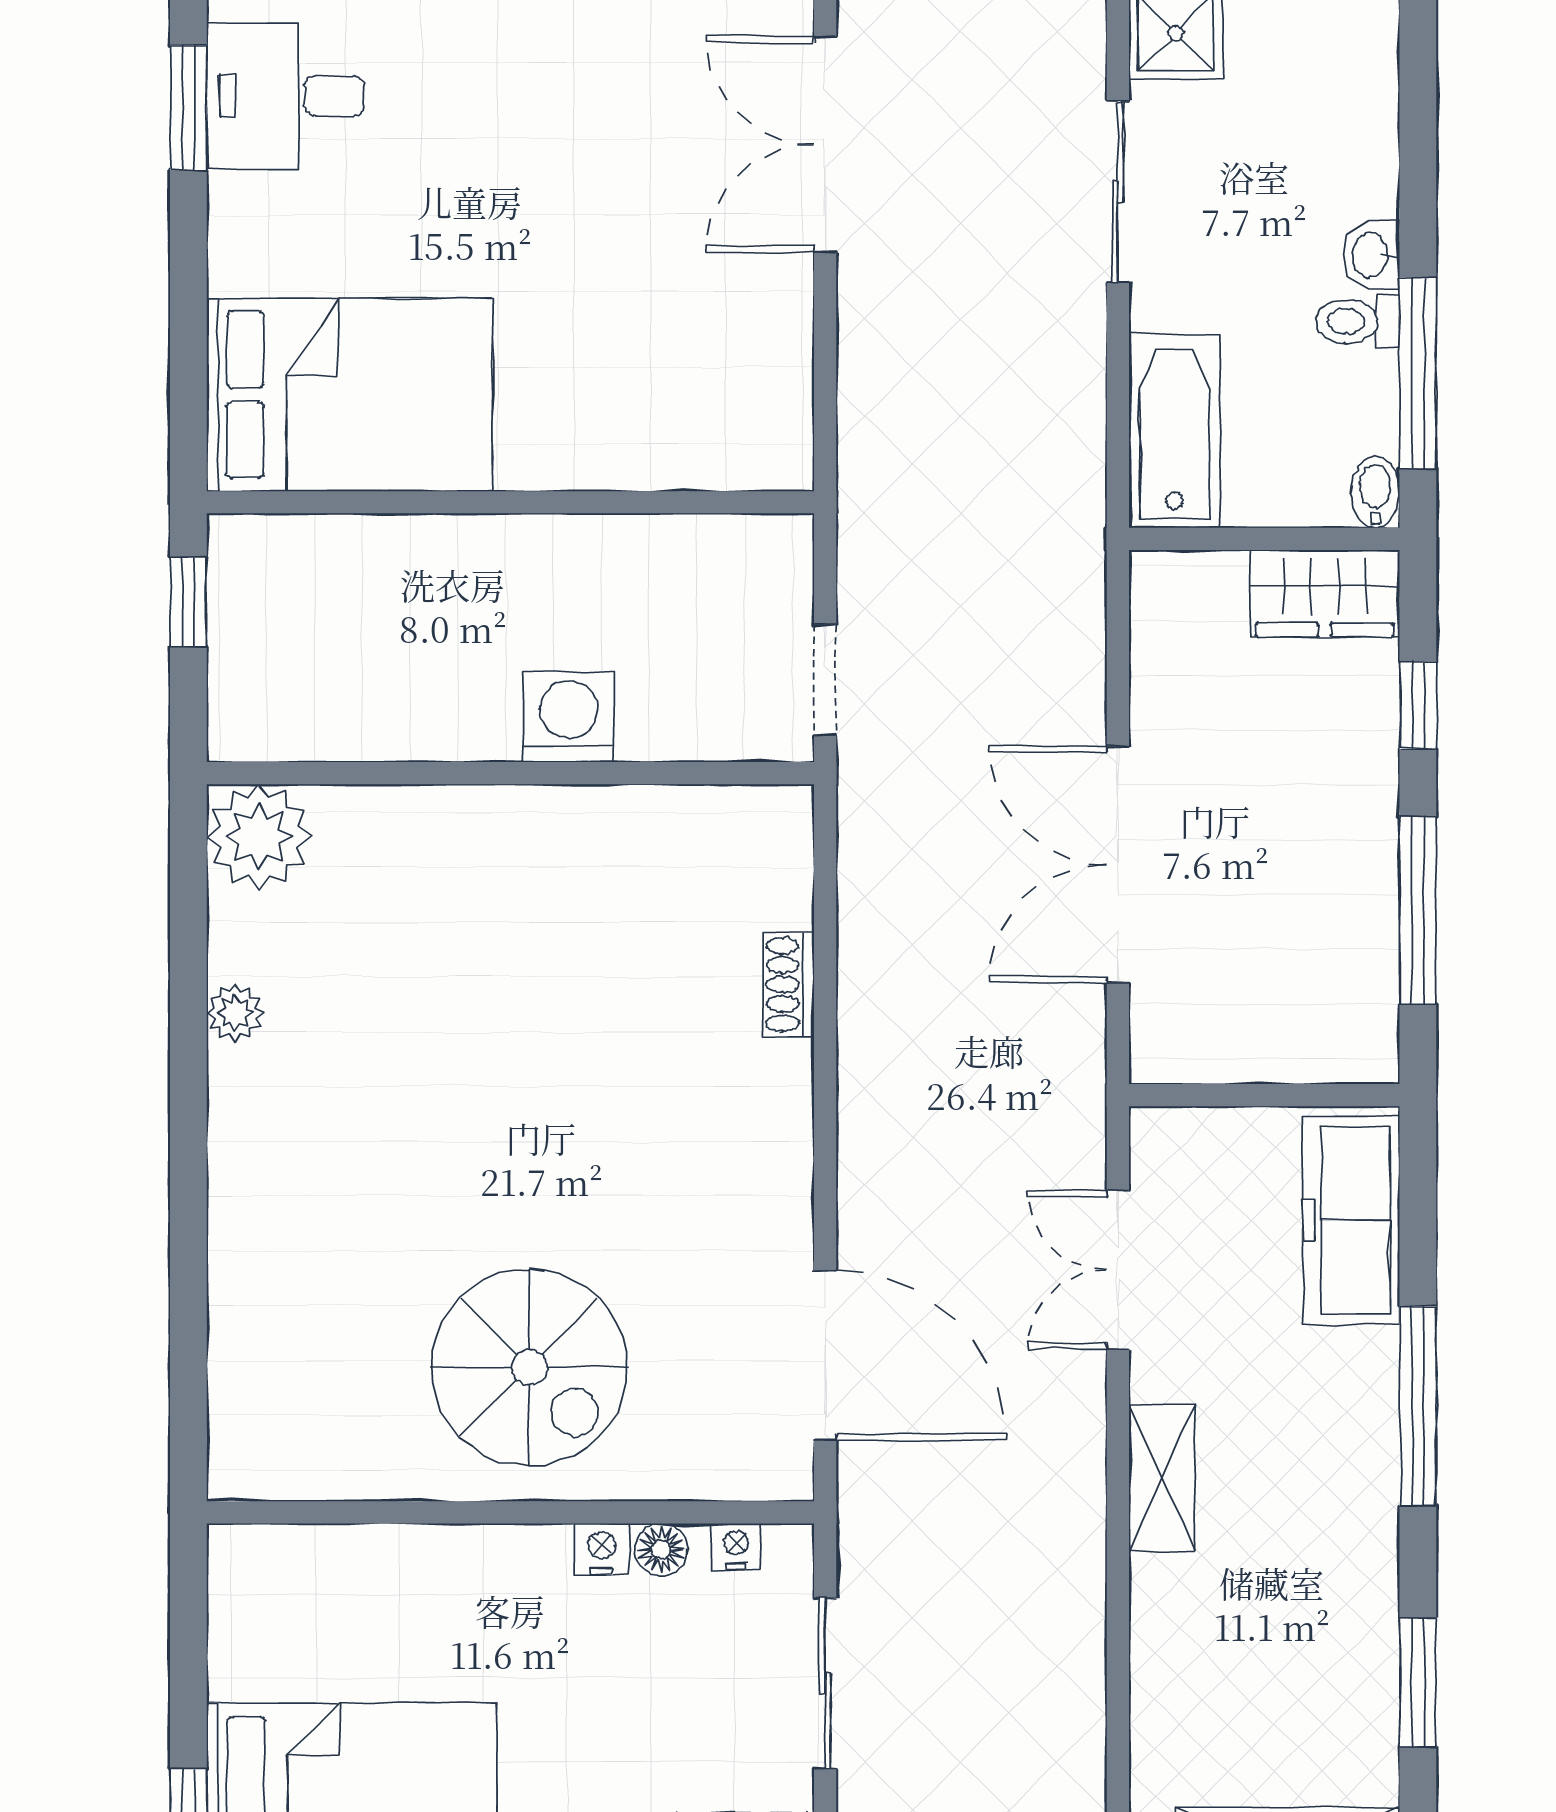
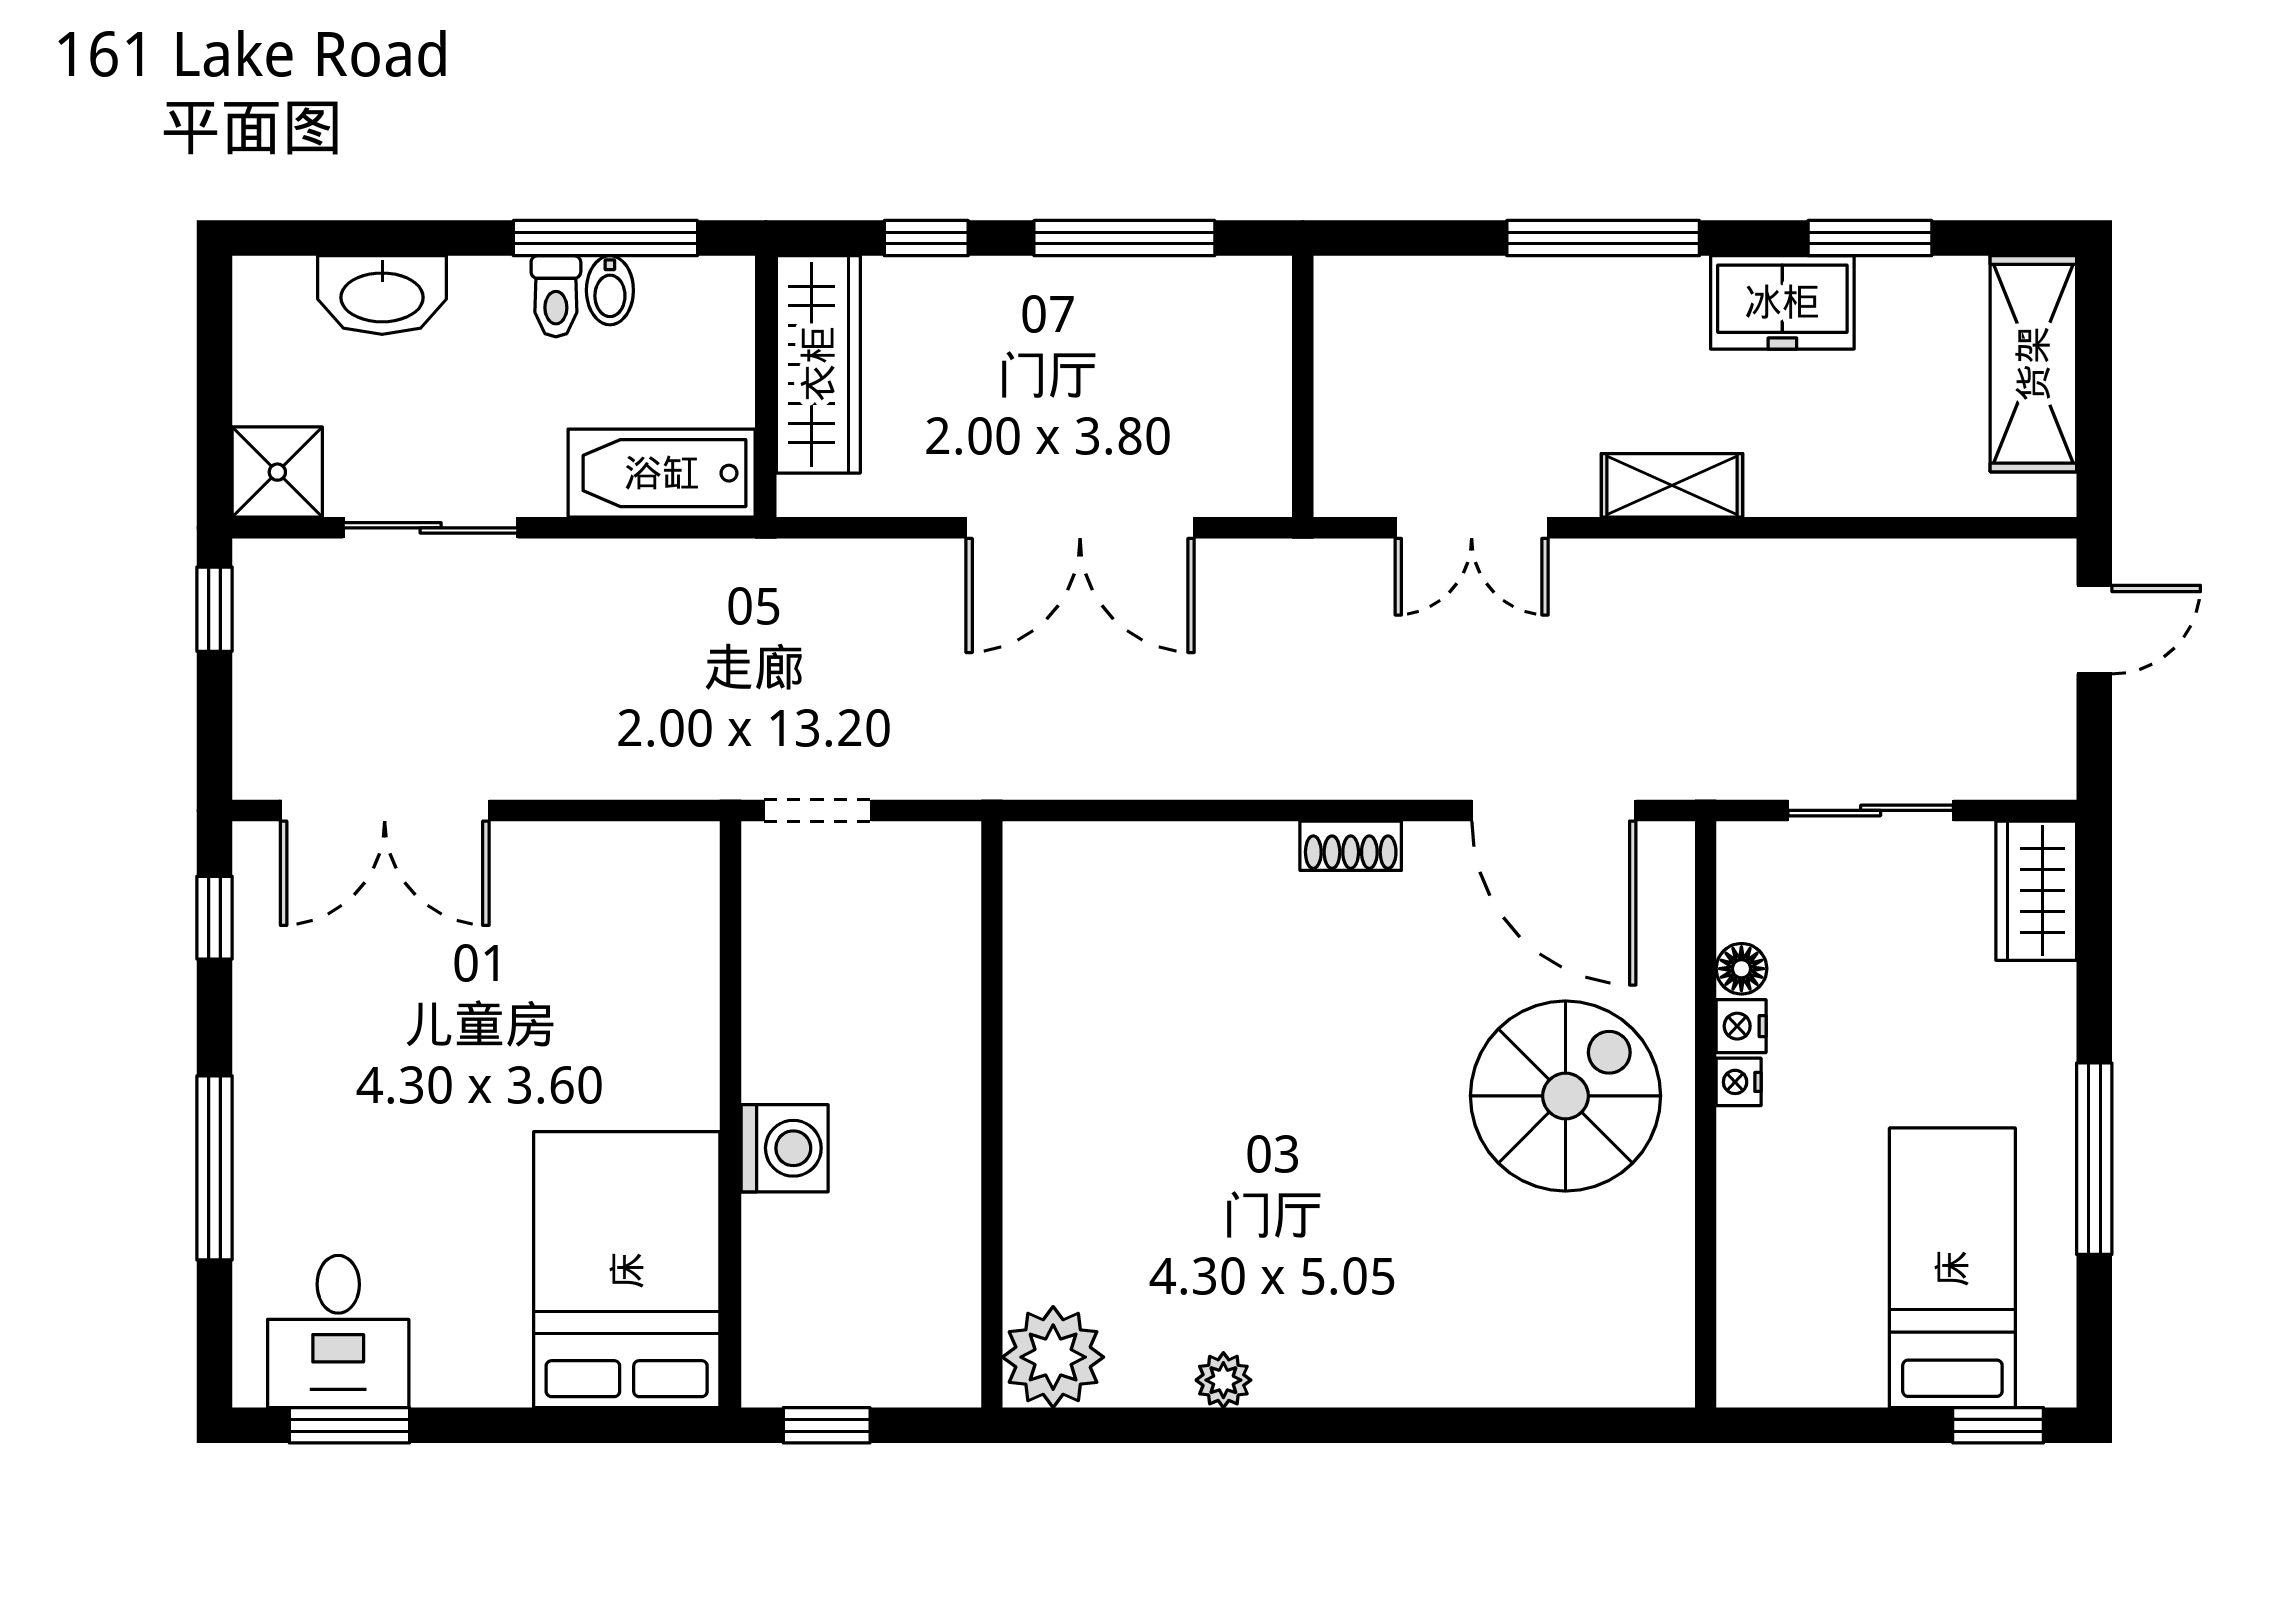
washbasin: (1371, 255) -> (382, 295), moved, width x1.91, depth x1.45
bidet: (1375, 492) -> (610, 290), moved, turned -90
wardrobe: (1325, 593) -> (818, 364), width x1.50
doorway: (825, 680) -> (818, 810), moved
washing machine: (569, 717) -> (785, 1148), moved, turned 180
shoe rack: (789, 985) -> (1351, 846), moved
freezer: (1351, 1220) -> (1782, 302), moved, width x0.71
door: (825, 1355) -> (1554, 810), swing flipped
nightstand: (736, 1547) -> (1739, 1082), moved

